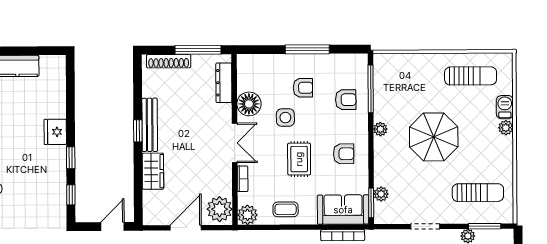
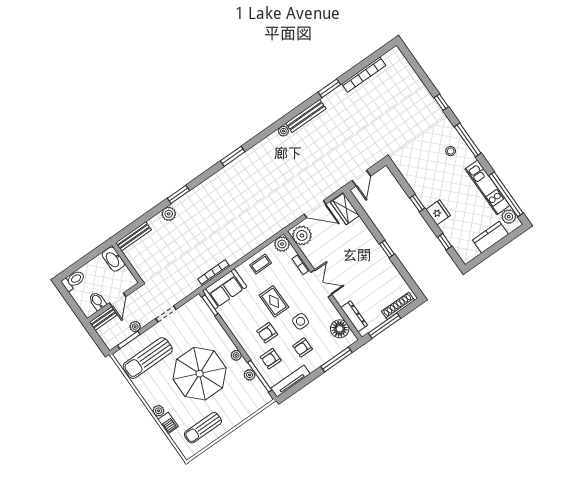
window: (307, 49) -> (336, 359), moved
tv unit: (341, 61) -> (290, 381), added
floor lamp: (249, 104) -> (340, 329), moved
bench: (150, 125) -> (382, 258), removed
parasol: (434, 137) -> (200, 374), width x1.36, depth x1.36
double door: (235, 143) -> (321, 283), swing flipped
armchair: (344, 154) -> (267, 333), moved
wardrobe: (153, 171) -> (345, 209), moved
sun lounger: (478, 193) -> (148, 358), width x1.36, depth x1.34
plant: (381, 194) -> (250, 375), moved
window: (71, 195) -> (445, 242), moved
door: (186, 228) -> (315, 209), hinge flipped

